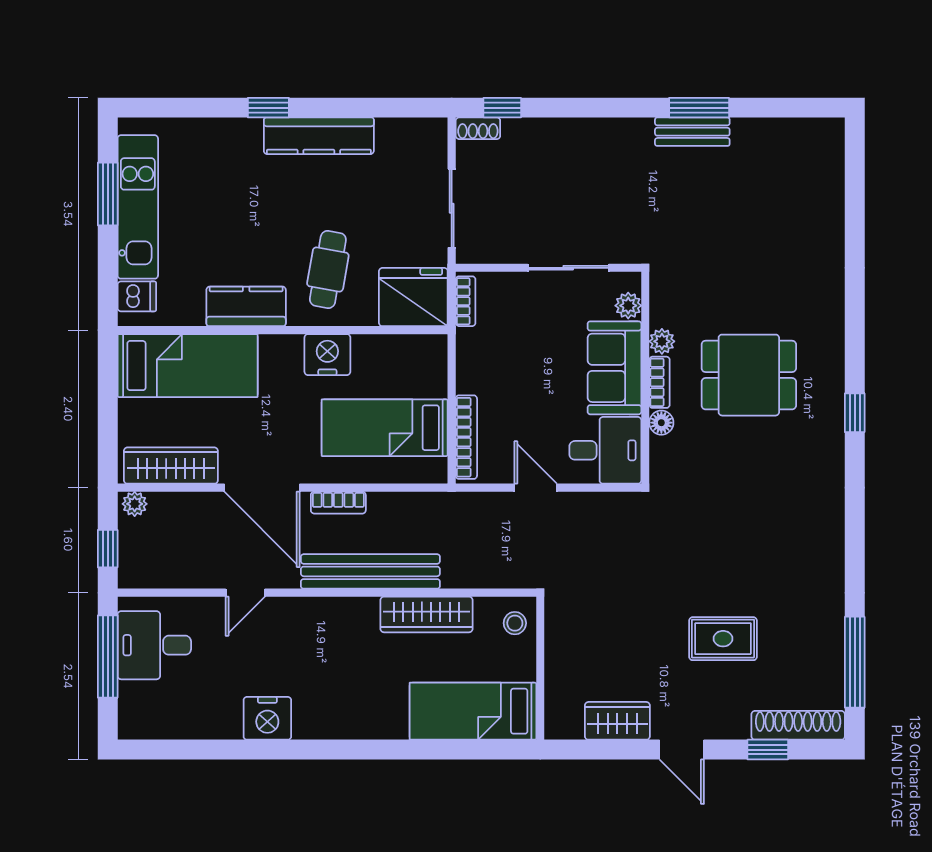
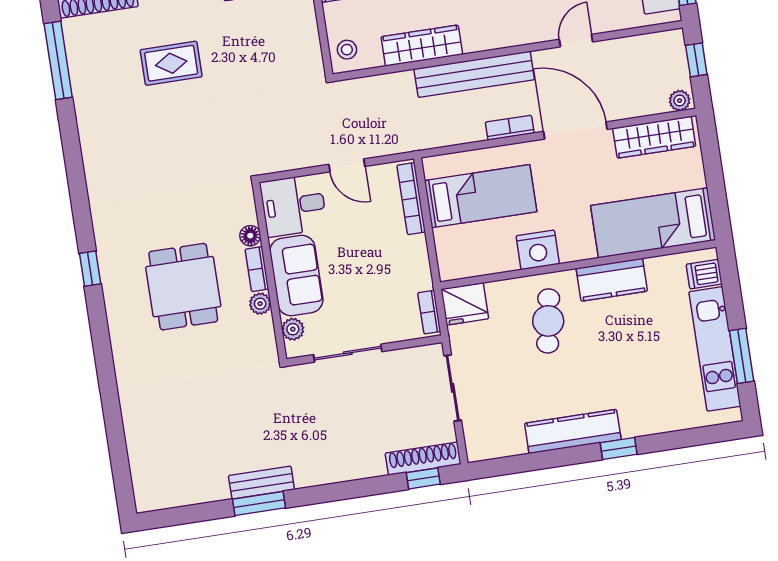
shoe rack: (478, 128) -> (423, 459), width x1.94, depth x1.24
fridge: (413, 297) -> (465, 304), width x0.73, depth x0.75
dining table: (749, 375) -> (183, 287), turned 90

